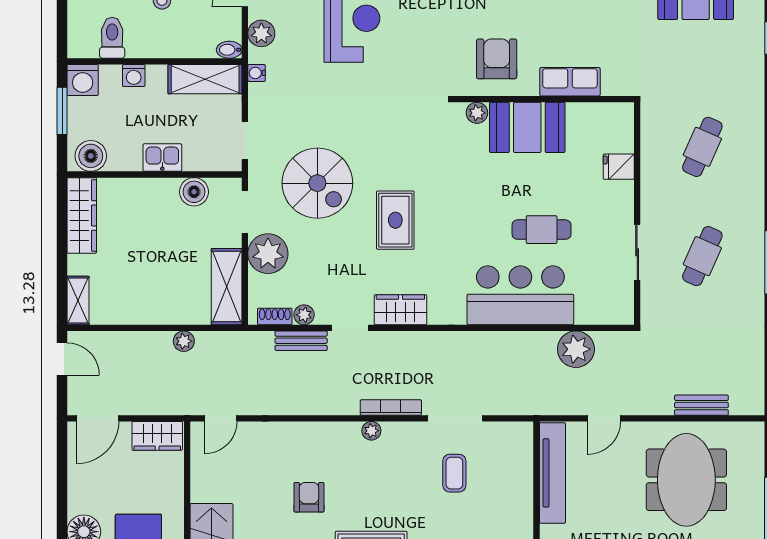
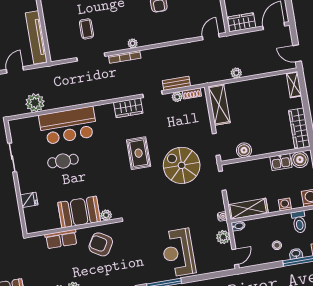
armchair: (497, 59) -> (101, 244), turned 121
kitchen sink: (162, 158) -> (281, 162), moved
plant: (268, 254) -> (201, 125), removed

